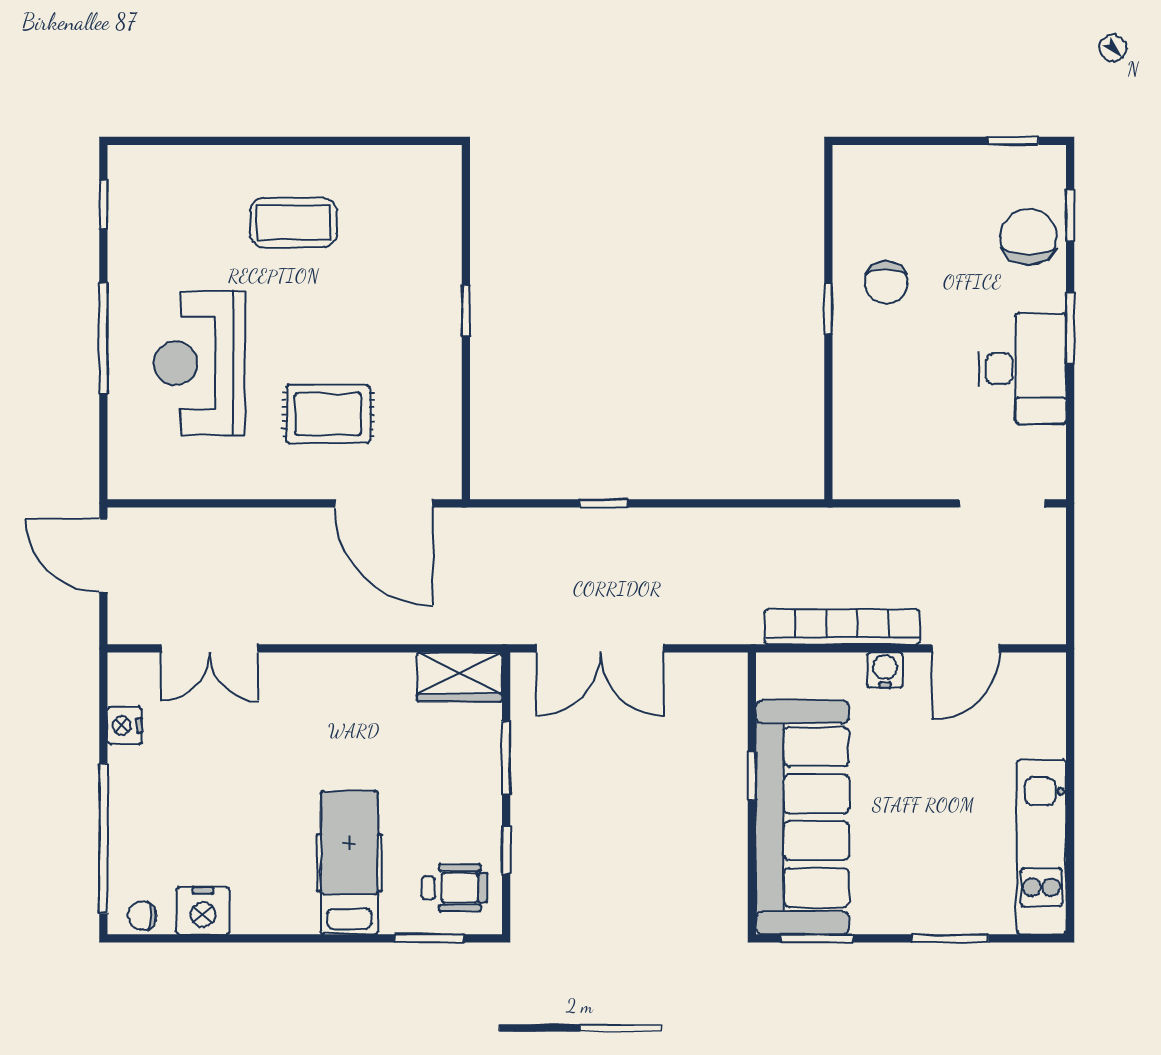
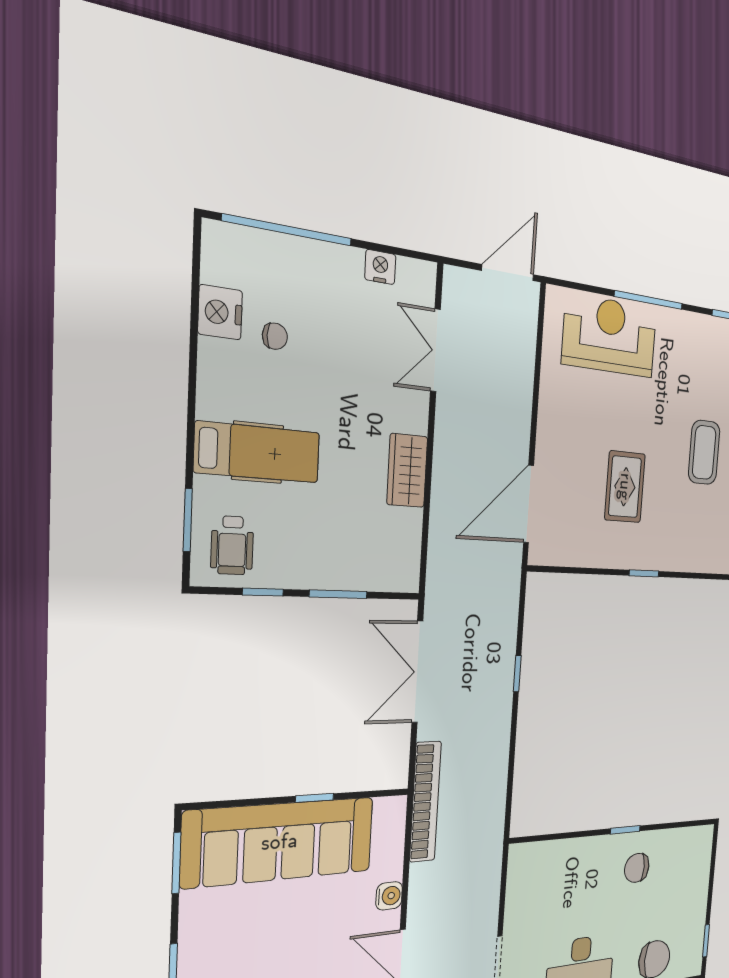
reception desk: (199, 363) -> (610, 336), moved
rug: (328, 414) -> (625, 487), moved
bookcase: (842, 627) -> (425, 802), moved
wardrobe: (460, 677) -> (407, 471), moved
chair: (142, 916) -> (275, 336), moved, turned 90

